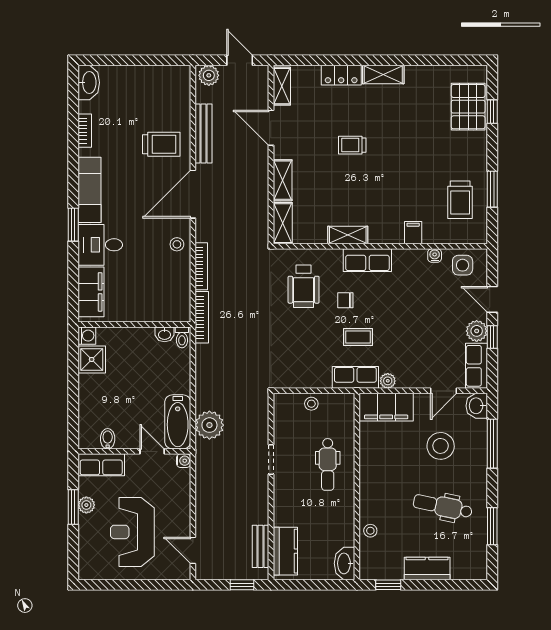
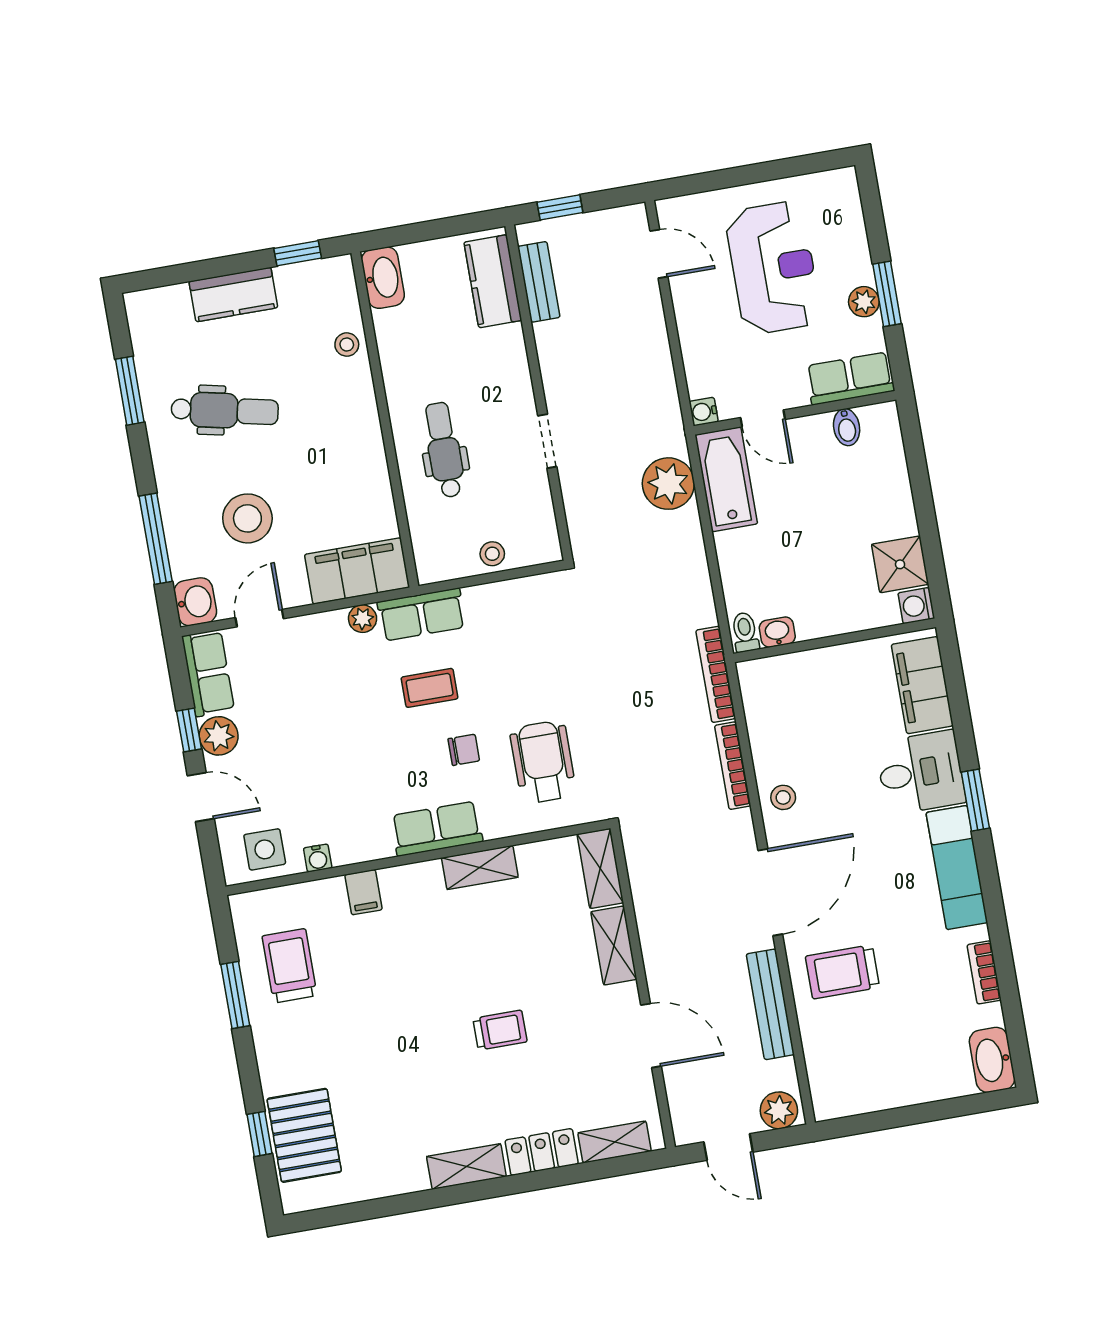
shelving: (282, 86) -> (615, 1142), moved, turned 90

